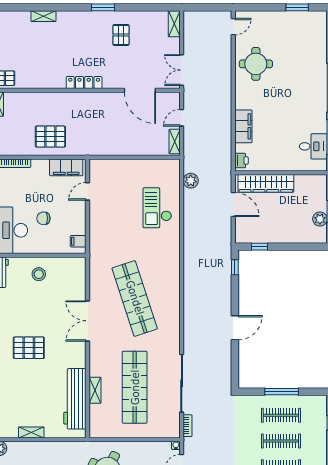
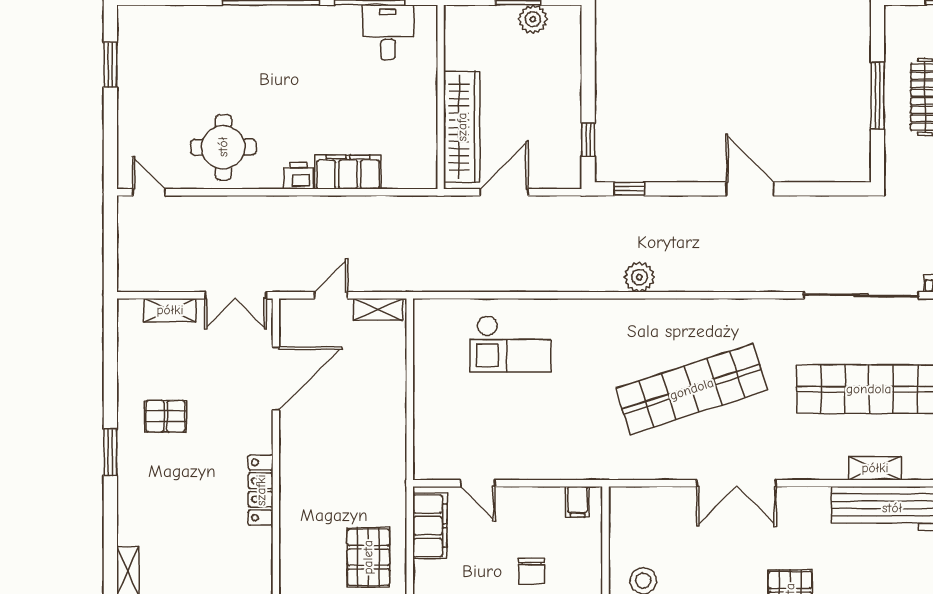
shelving: (174, 24) -> (170, 310), moved
door: (182, 118) -> (331, 295), swing flipped
printer: (241, 161) -> (298, 176), moved
plant: (191, 181) -> (639, 277), moved

